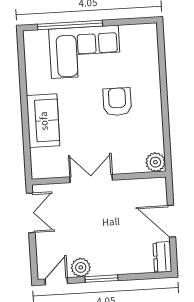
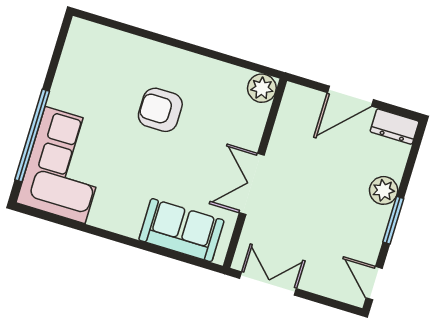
corner sofa: (85, 52) -> (65, 165), moved
sofa: (43, 121) -> (181, 230), moved
plant: (81, 267) -> (384, 190), moved

